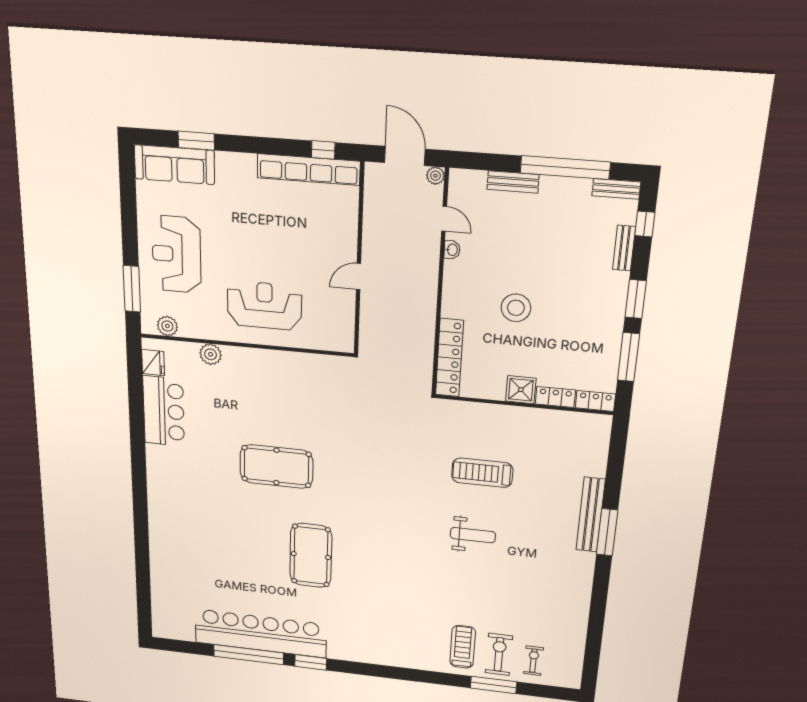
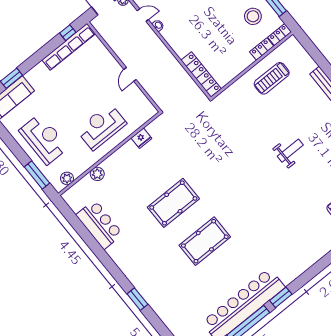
reception desk: (176, 254) -> (44, 139), turned 180
stool: (516, 308) -> (253, 16), moved
fridge: (153, 363) -> (141, 138), moved, turned 90
shower: (521, 390) -> (244, 60), removed
treadmill: (482, 473) -> (272, 78), moved
window: (141, 525) -> (137, 299), added
pool table: (311, 555) -> (205, 241), moved, turned 90

